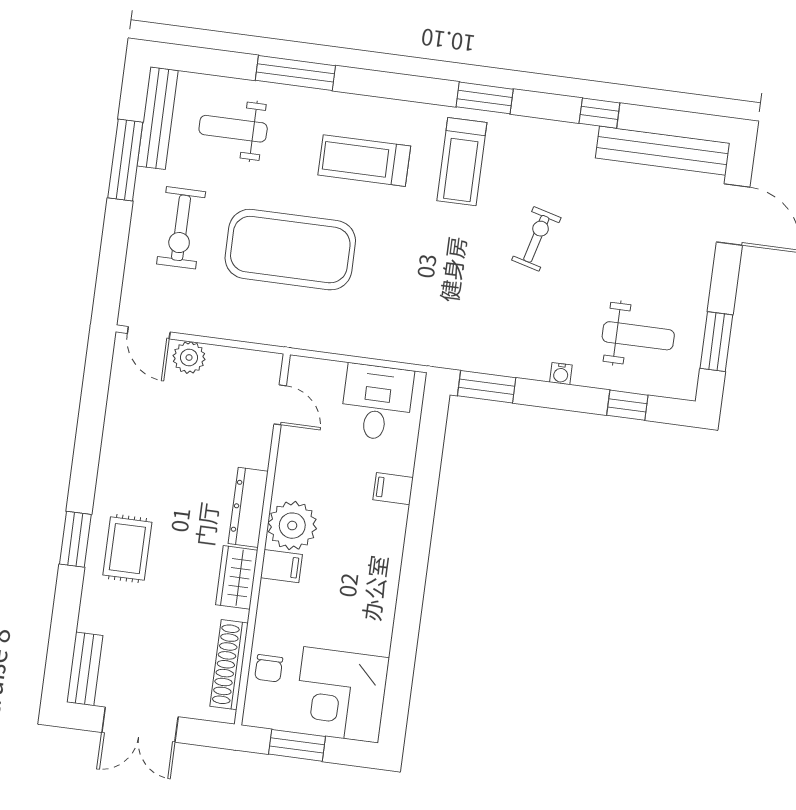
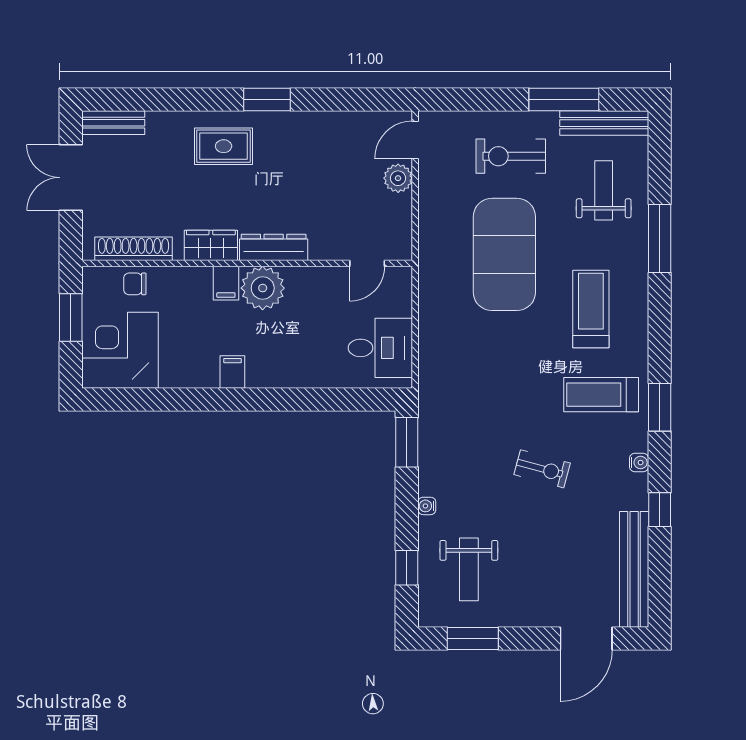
water cooler: (544, 129) -> (639, 463), added
filing cabinet: (393, 489) -> (232, 372), moved
window: (75, 539) -> (267, 100), moved

